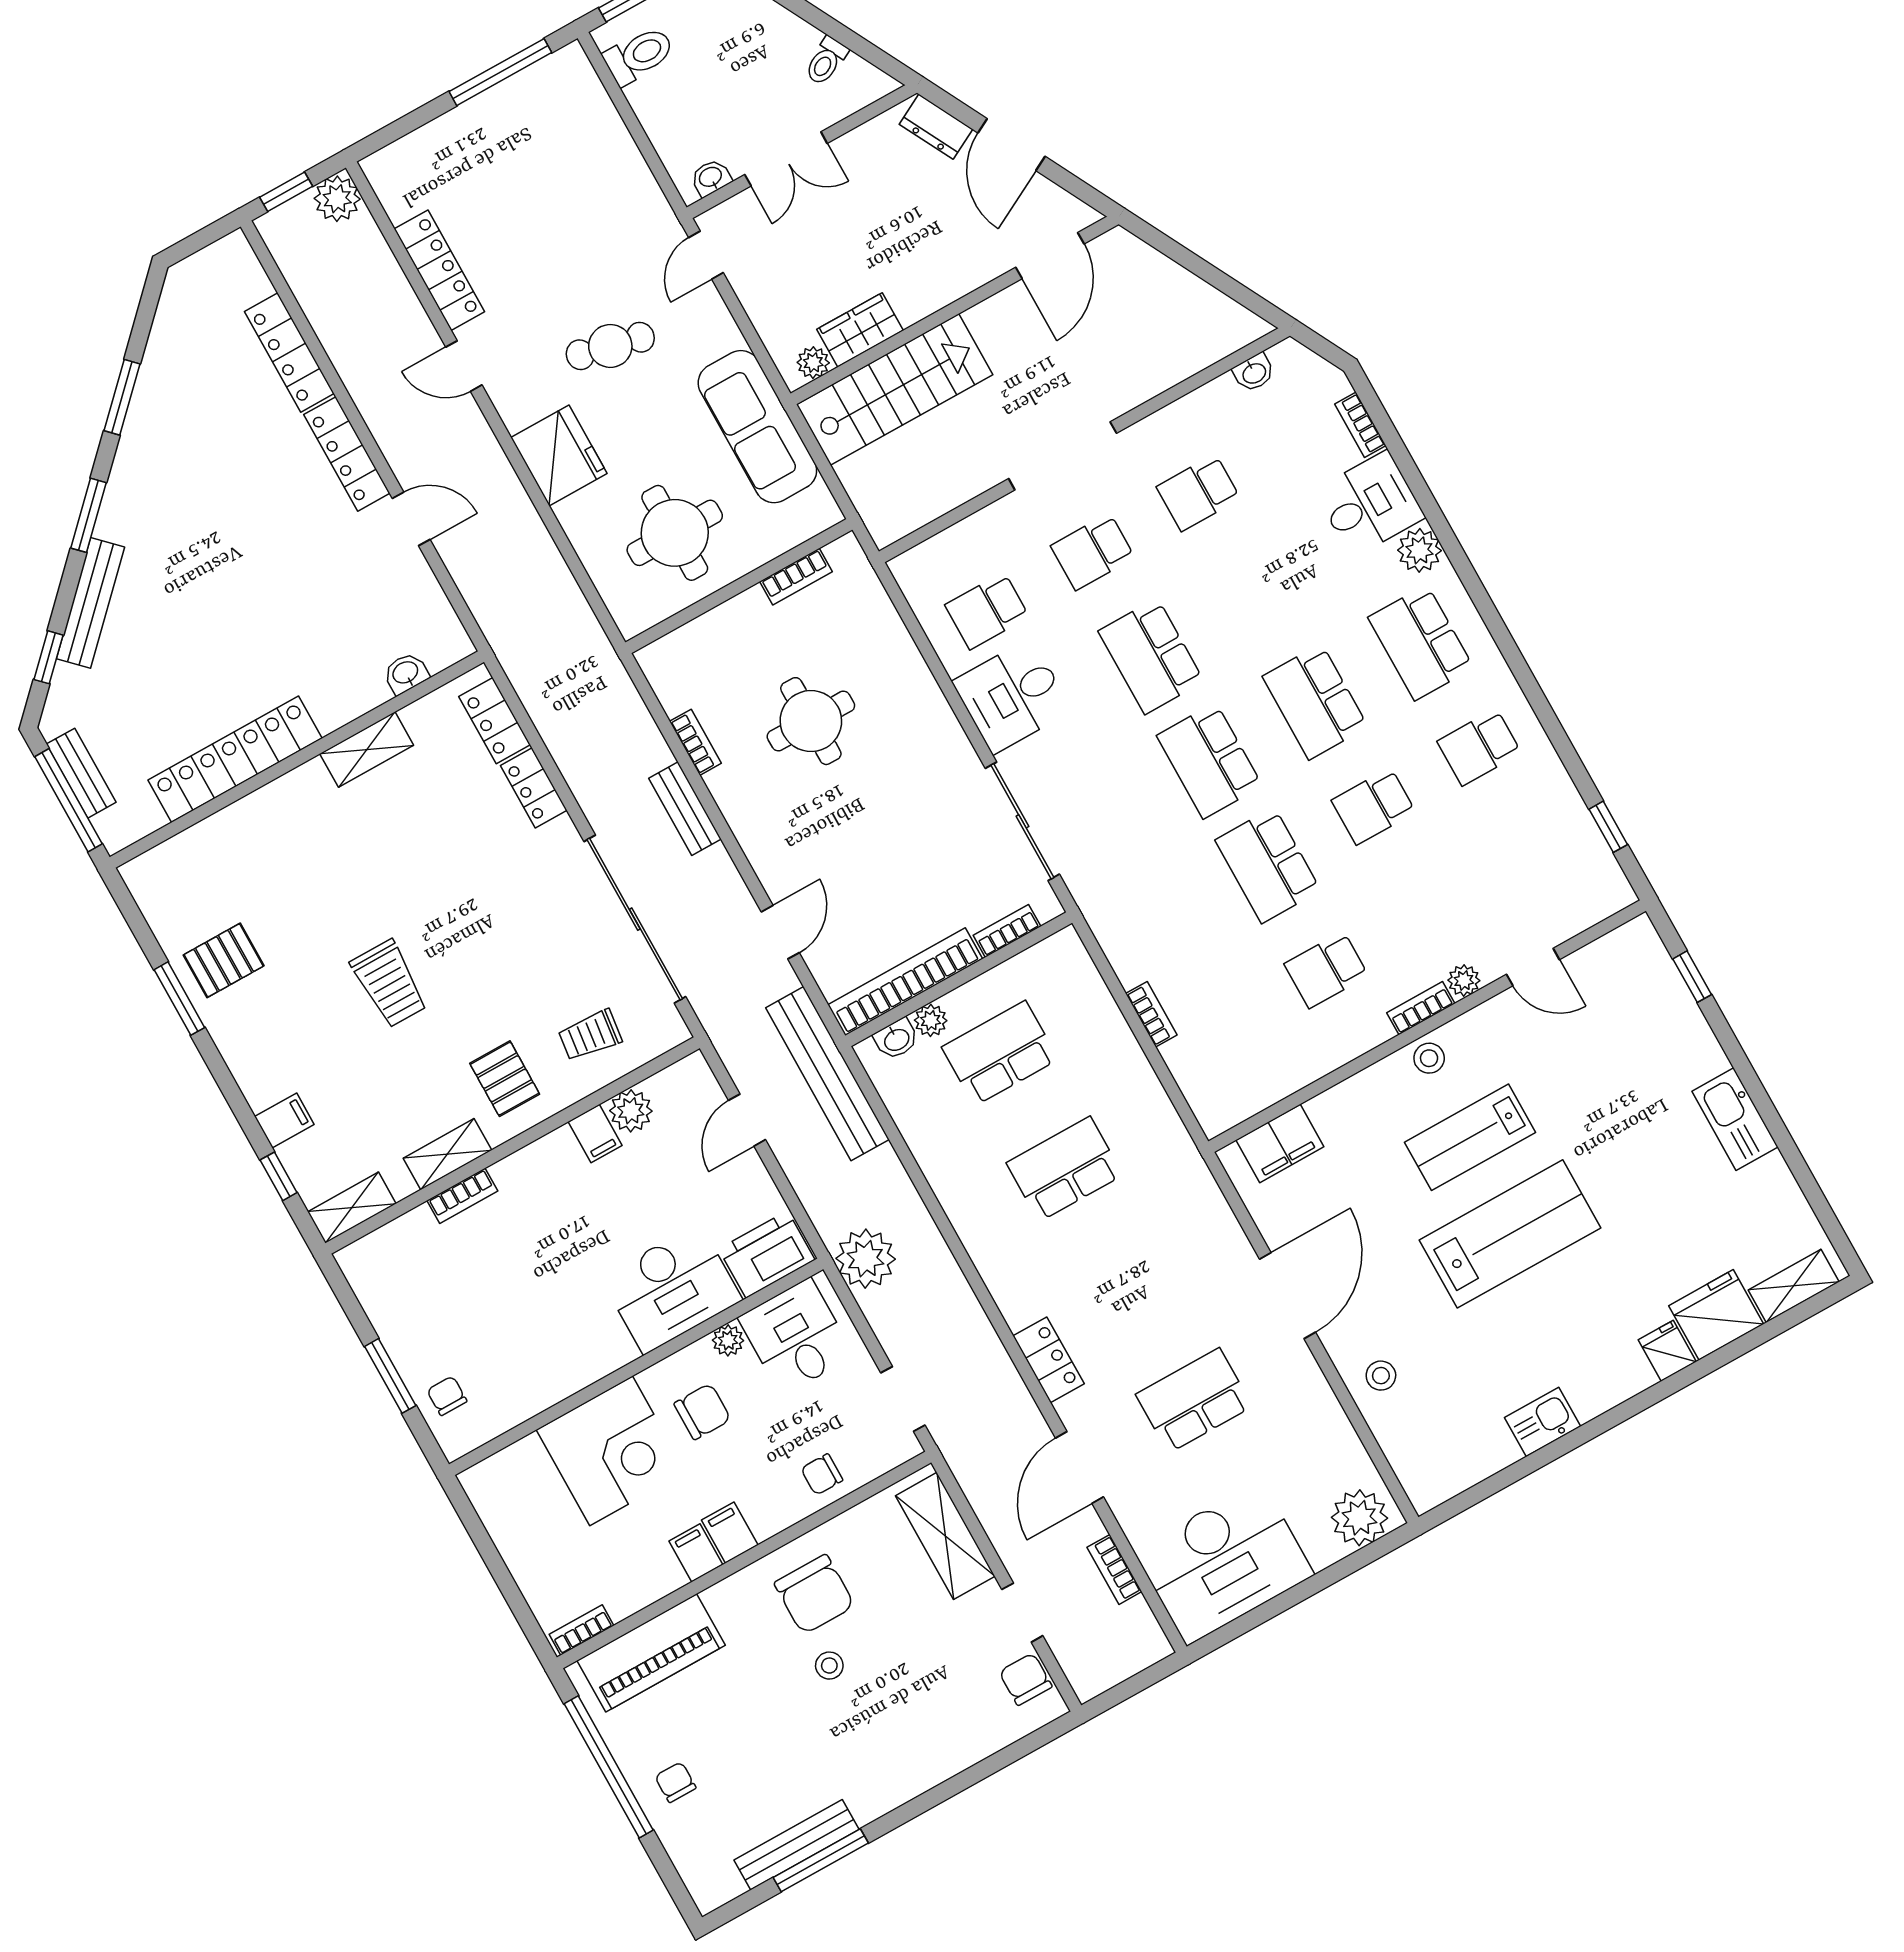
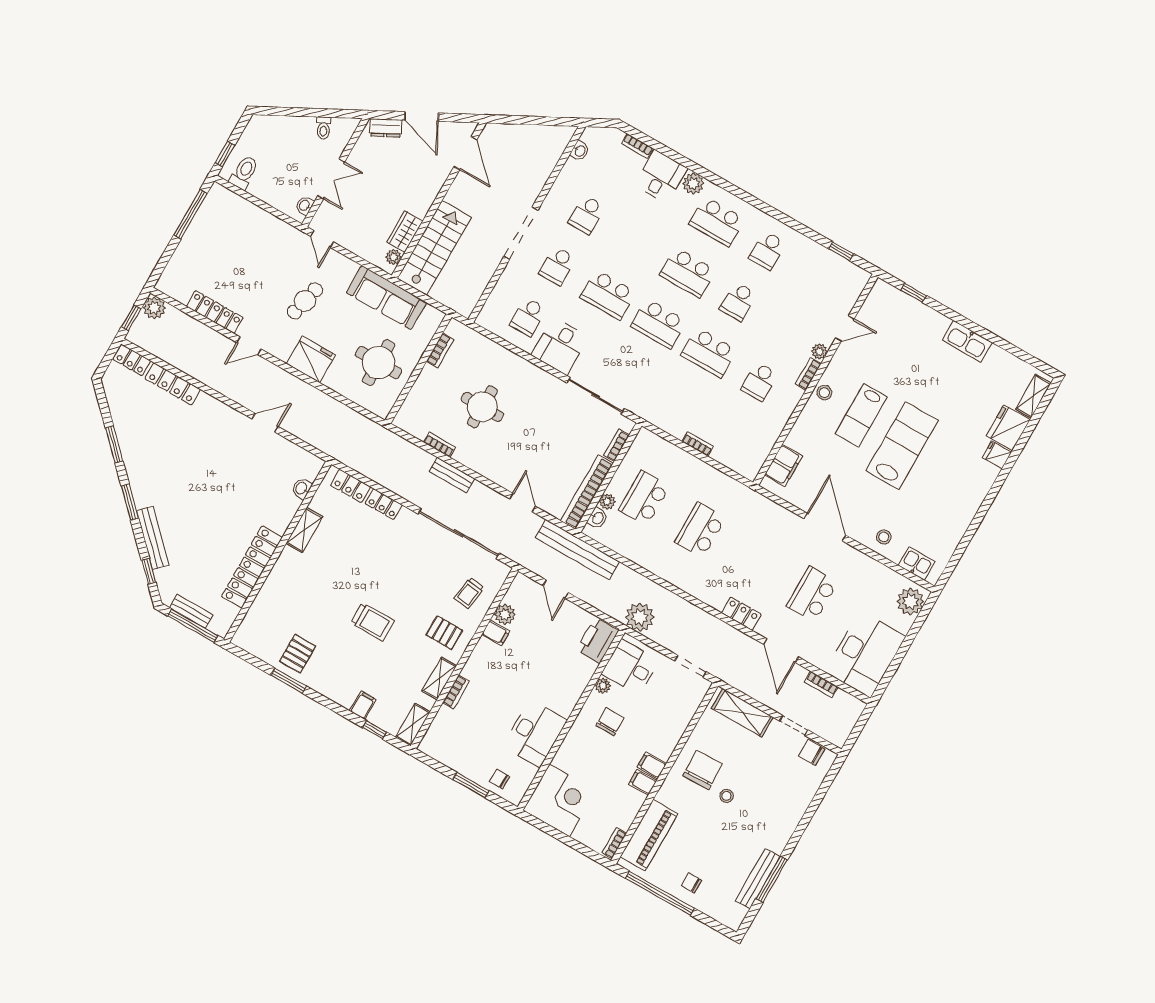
locker: (347, 454) -> (132, 360), moved, width x0.66
desk: (672, 1289) -> (535, 733), moved
kitchen sink: (1543, 1422) -> (917, 564), moved, turned 90
corner desk: (611, 1451) -> (559, 800), moved
chair: (822, 1474) -> (676, 718), removed
chair: (814, 1594) -> (703, 770), turned -92

